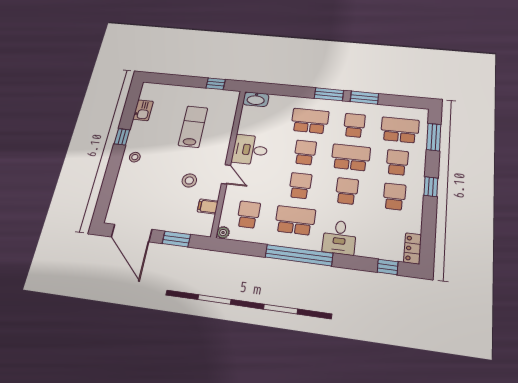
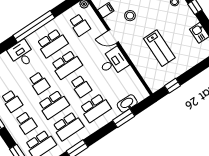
window: (329, 94) -> (124, 118), moved
washbasin: (256, 99) -> (127, 103), moved
school desk: (354, 125) -> (68, 126), width x1.85
school desk: (300, 186) -> (67, 65), width x1.85

